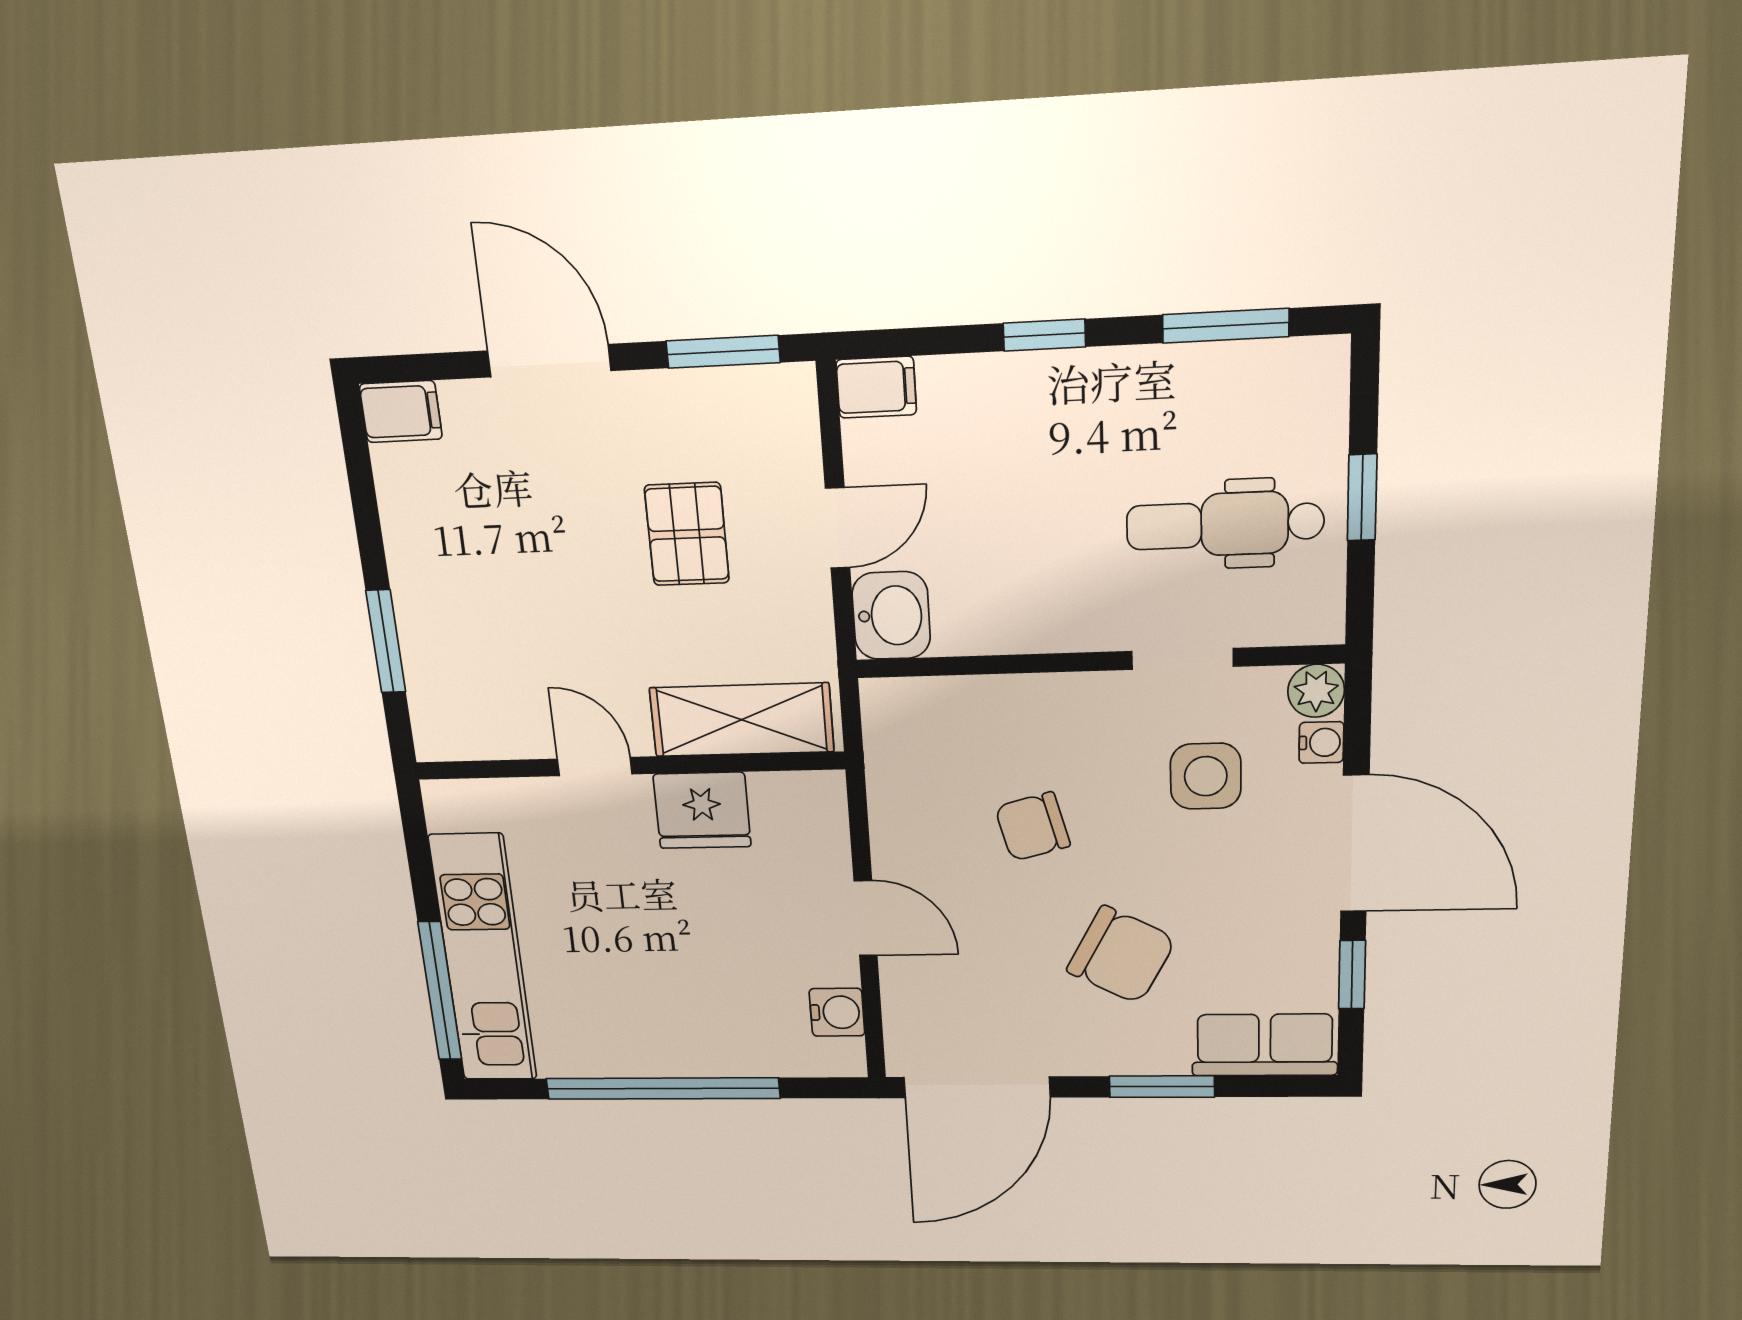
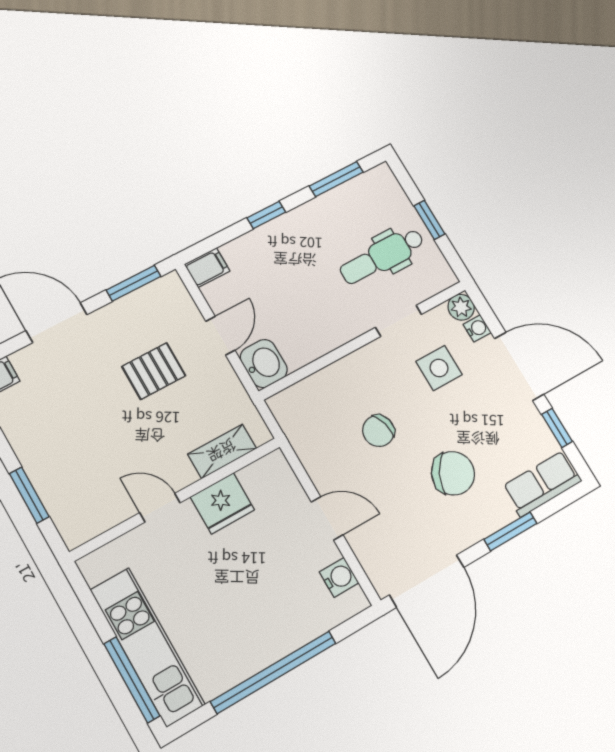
pallet: (687, 534) -> (154, 371), turned 90
shelving: (742, 720) -> (222, 451), width x0.67, depth x0.75

